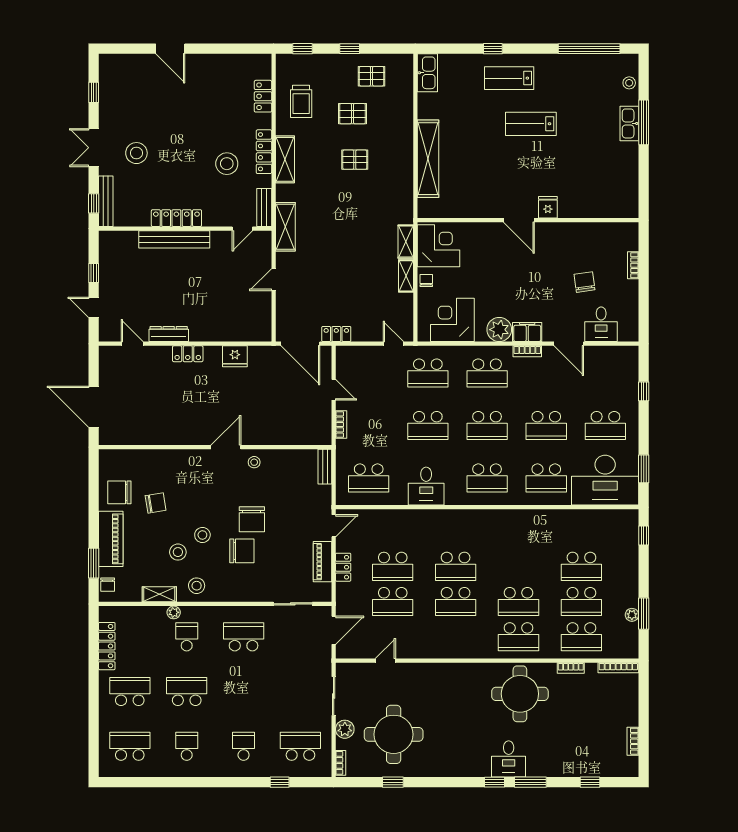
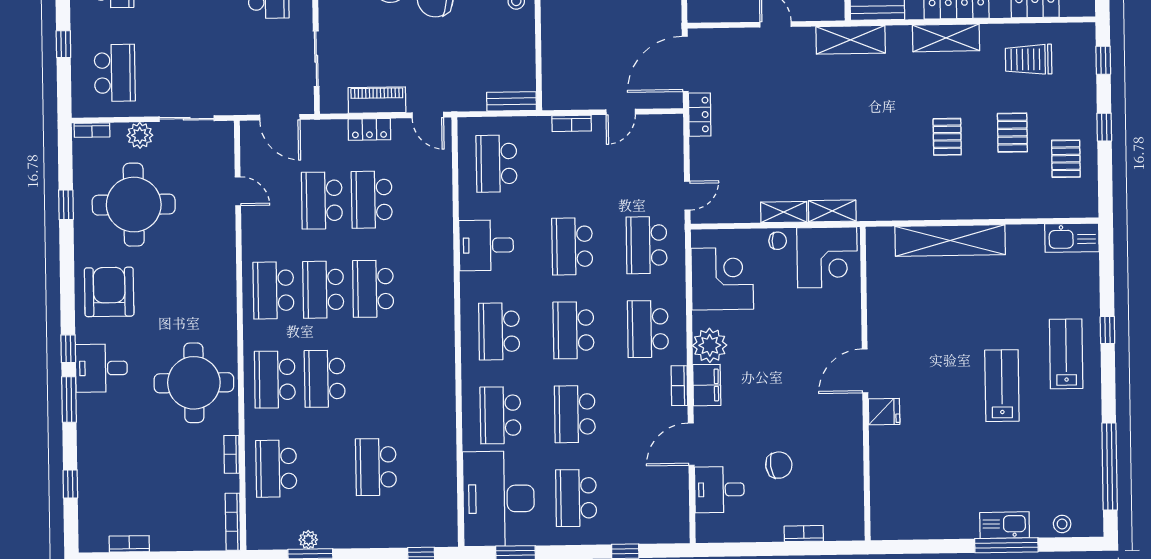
school desk: (581, 602) -> (273, 290), moved
armchair: (455, 753) -> (109, 292), added

